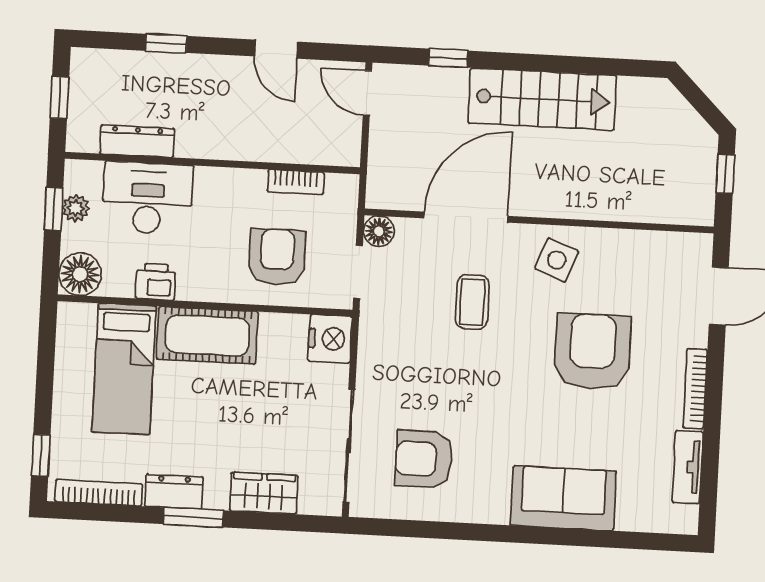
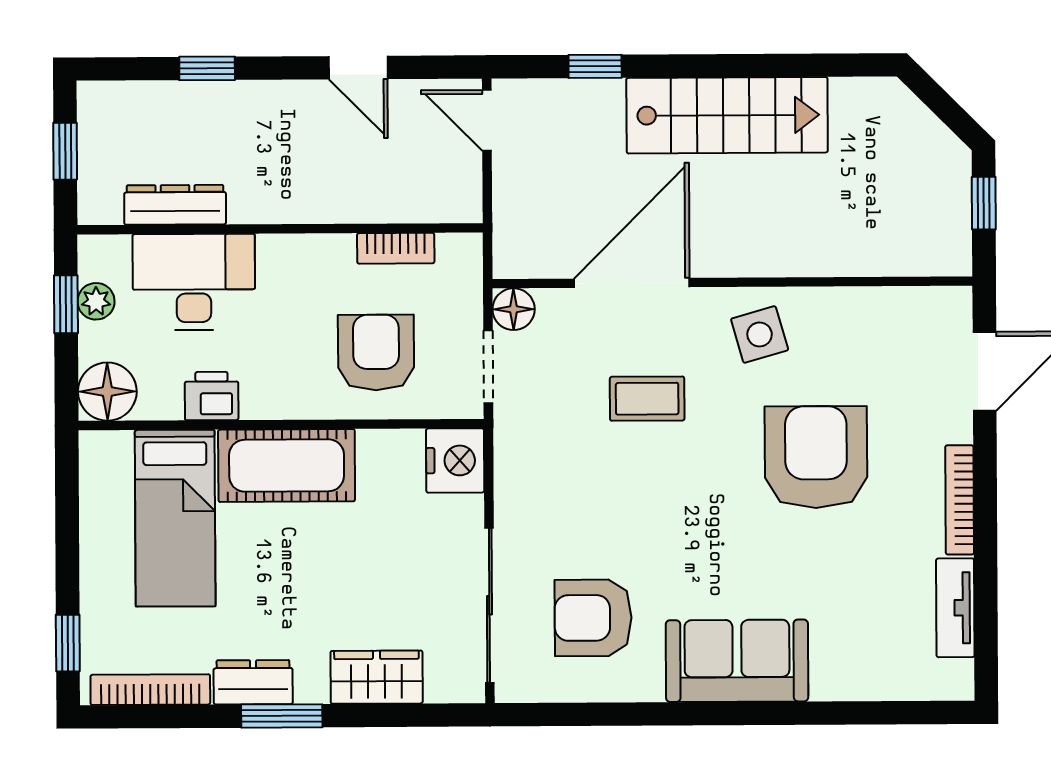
side table: (557, 260) -> (760, 334), turned -38
coffee table: (472, 302) -> (647, 399), turned 90
sofa: (563, 498) -> (737, 661), moved

